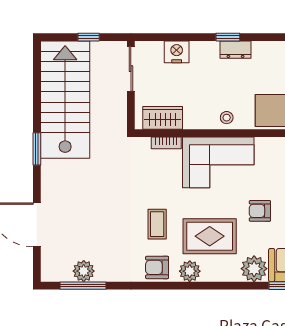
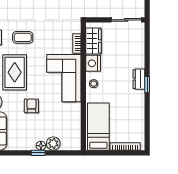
dresser: (235, 50) -> (139, 79), moved
nightstand: (177, 52) -> (93, 63), moved, turned 180

